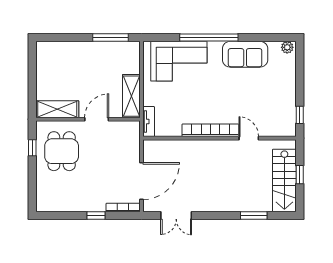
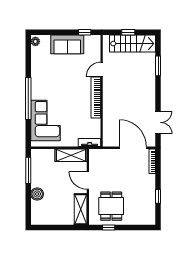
boiler: (78, 50) -> (37, 194), added
sofa: (245, 54) -> (67, 44), moved, turned 90
dining table: (62, 151) -> (111, 206), turned 90
window: (96, 215) -> (158, 196), moved

